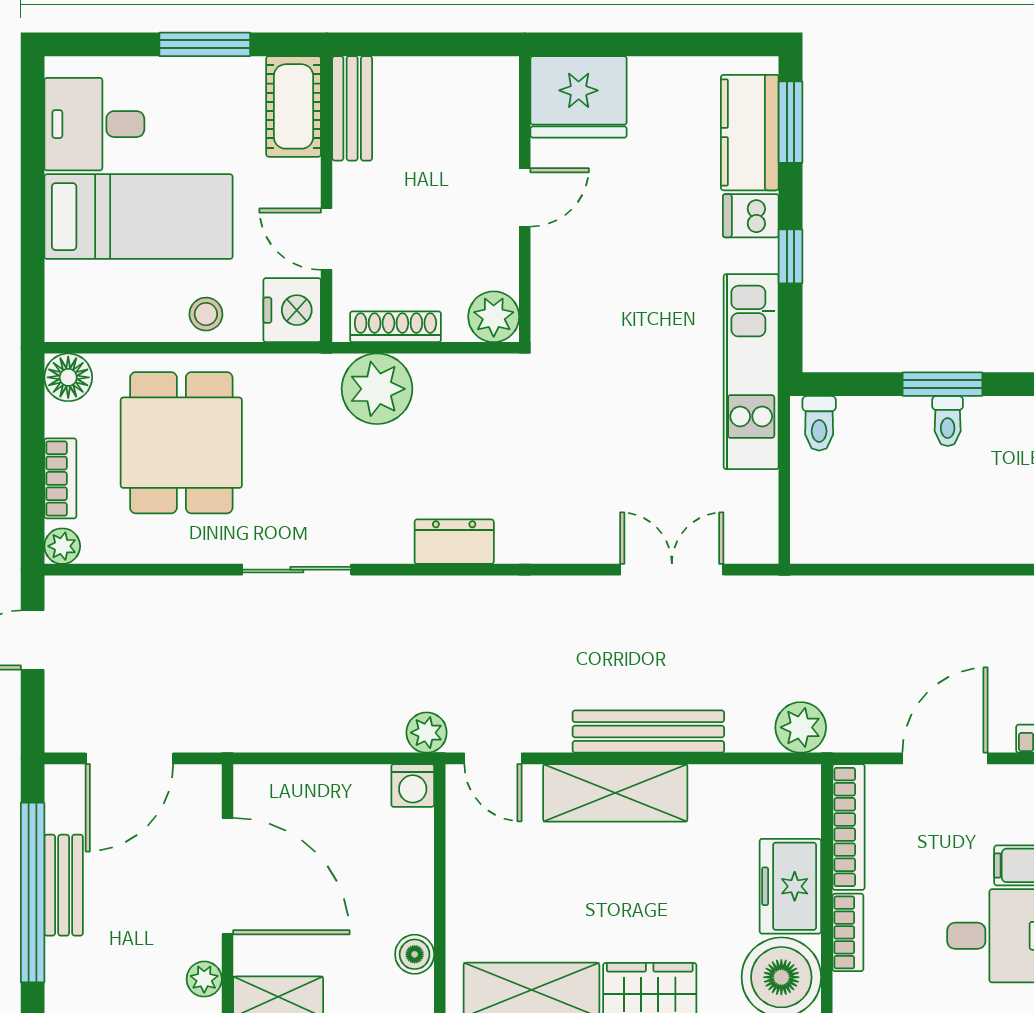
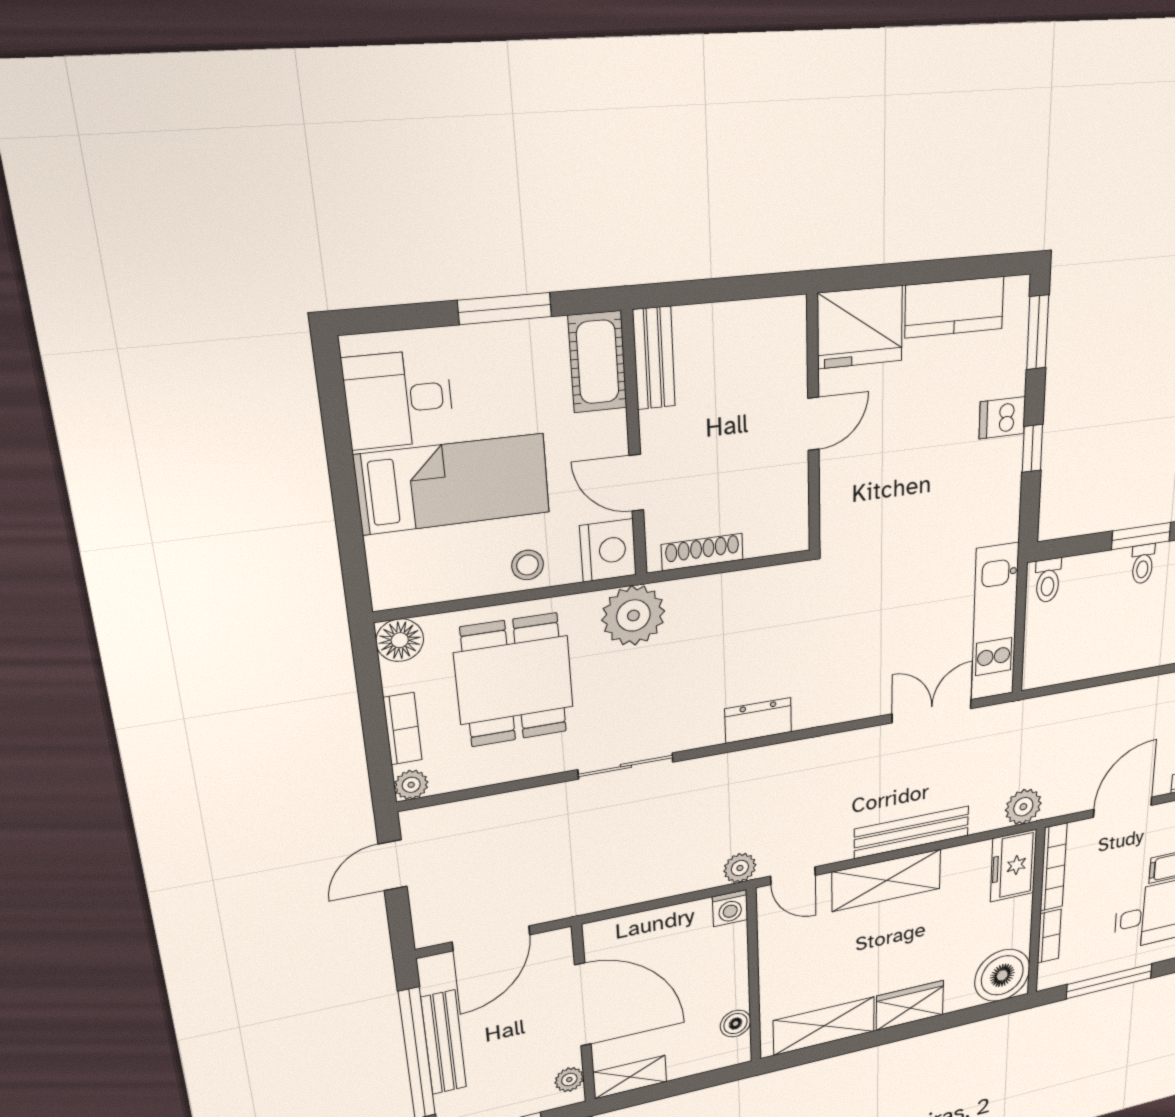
kitchen counter: (750, 133) -> (954, 307), moved, turned -90
plant: (494, 317) -> (788, 532), removed
kitchen unit: (751, 372) -> (995, 622), moved
plant: (377, 389) -> (633, 615), moved
bench: (64, 885) -> (444, 1043), width x1.36
freezer: (790, 886) -> (1013, 866), moved

